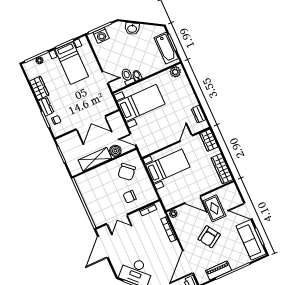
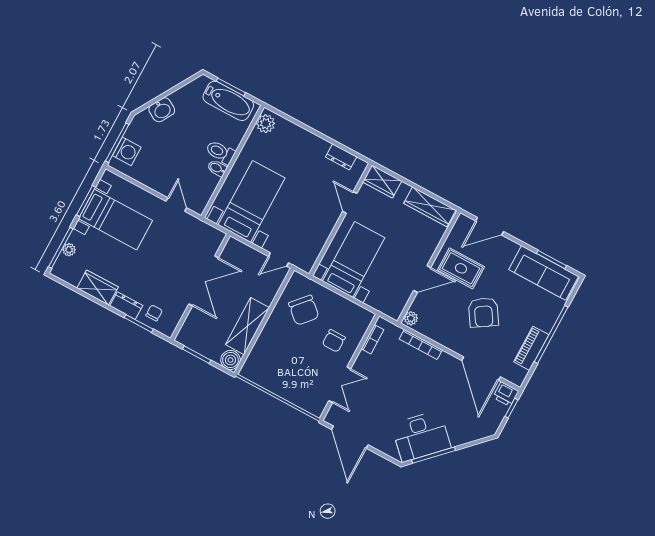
toilet: (128, 76) -> (220, 152), moved
door: (105, 78) -> (176, 205), hinge flipped
boiler: (115, 151) -> (230, 360), moved
door: (248, 211) -> (490, 226), moved

